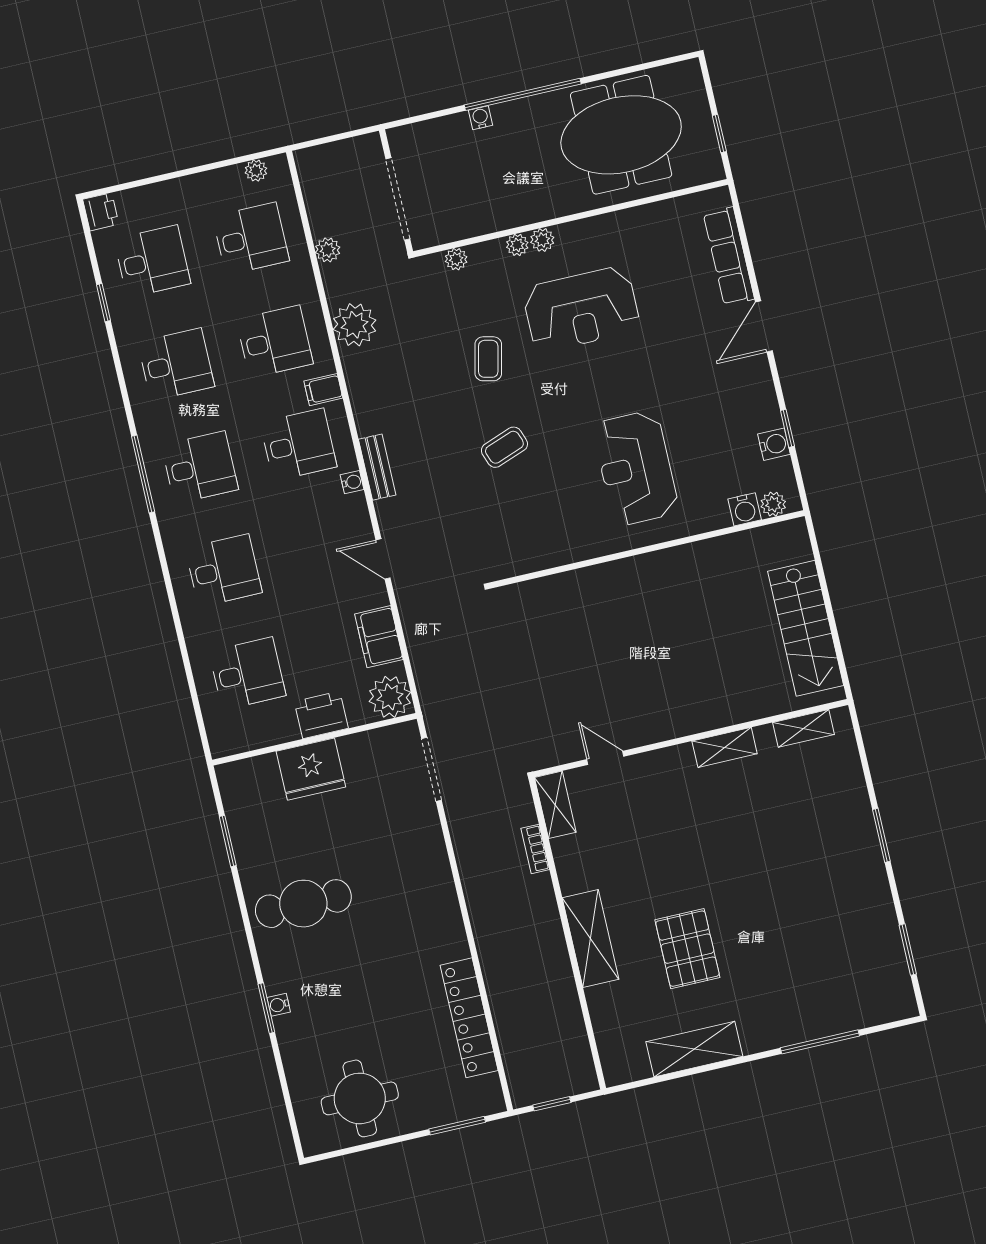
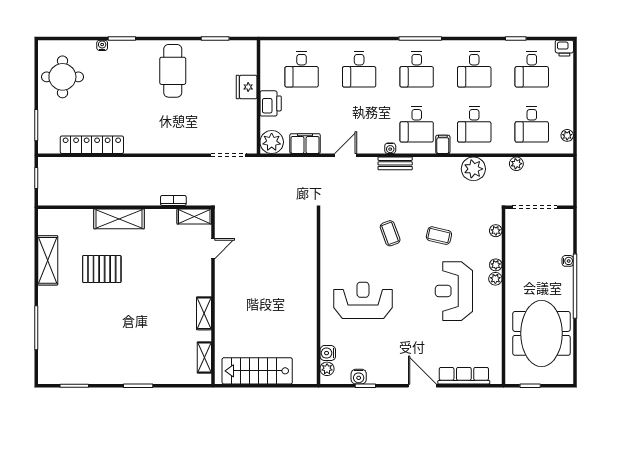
fridge: (311, 769) -> (247, 87), width x0.73, depth x0.75
water cooler: (279, 1005) -> (102, 45), moved

